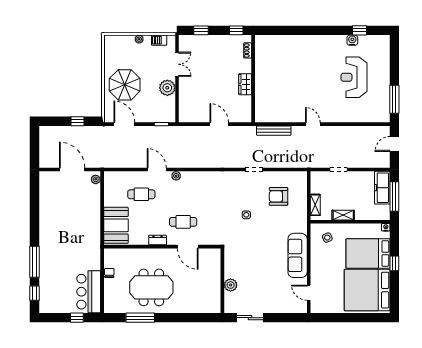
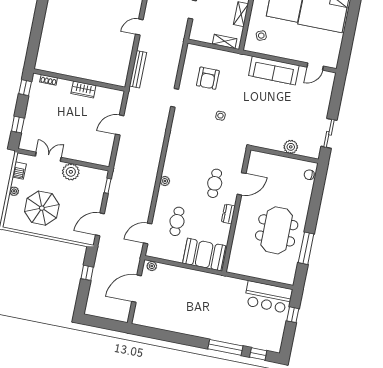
parasol: (125, 85) -> (42, 208), moved
door: (157, 169) -> (148, 233), moved
chair: (109, 273) -> (309, 175), moved

